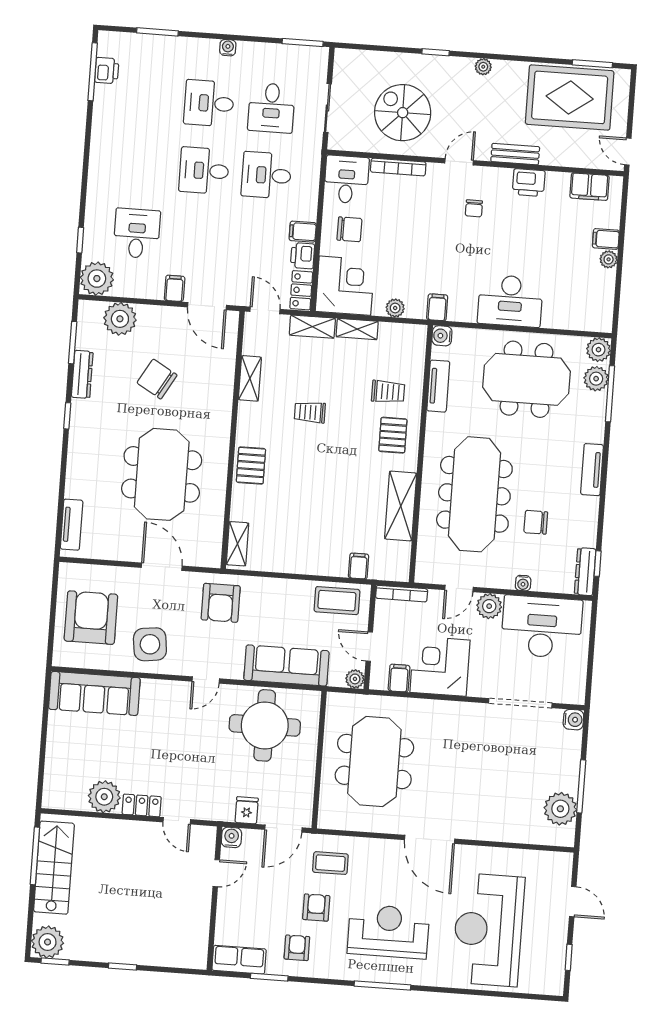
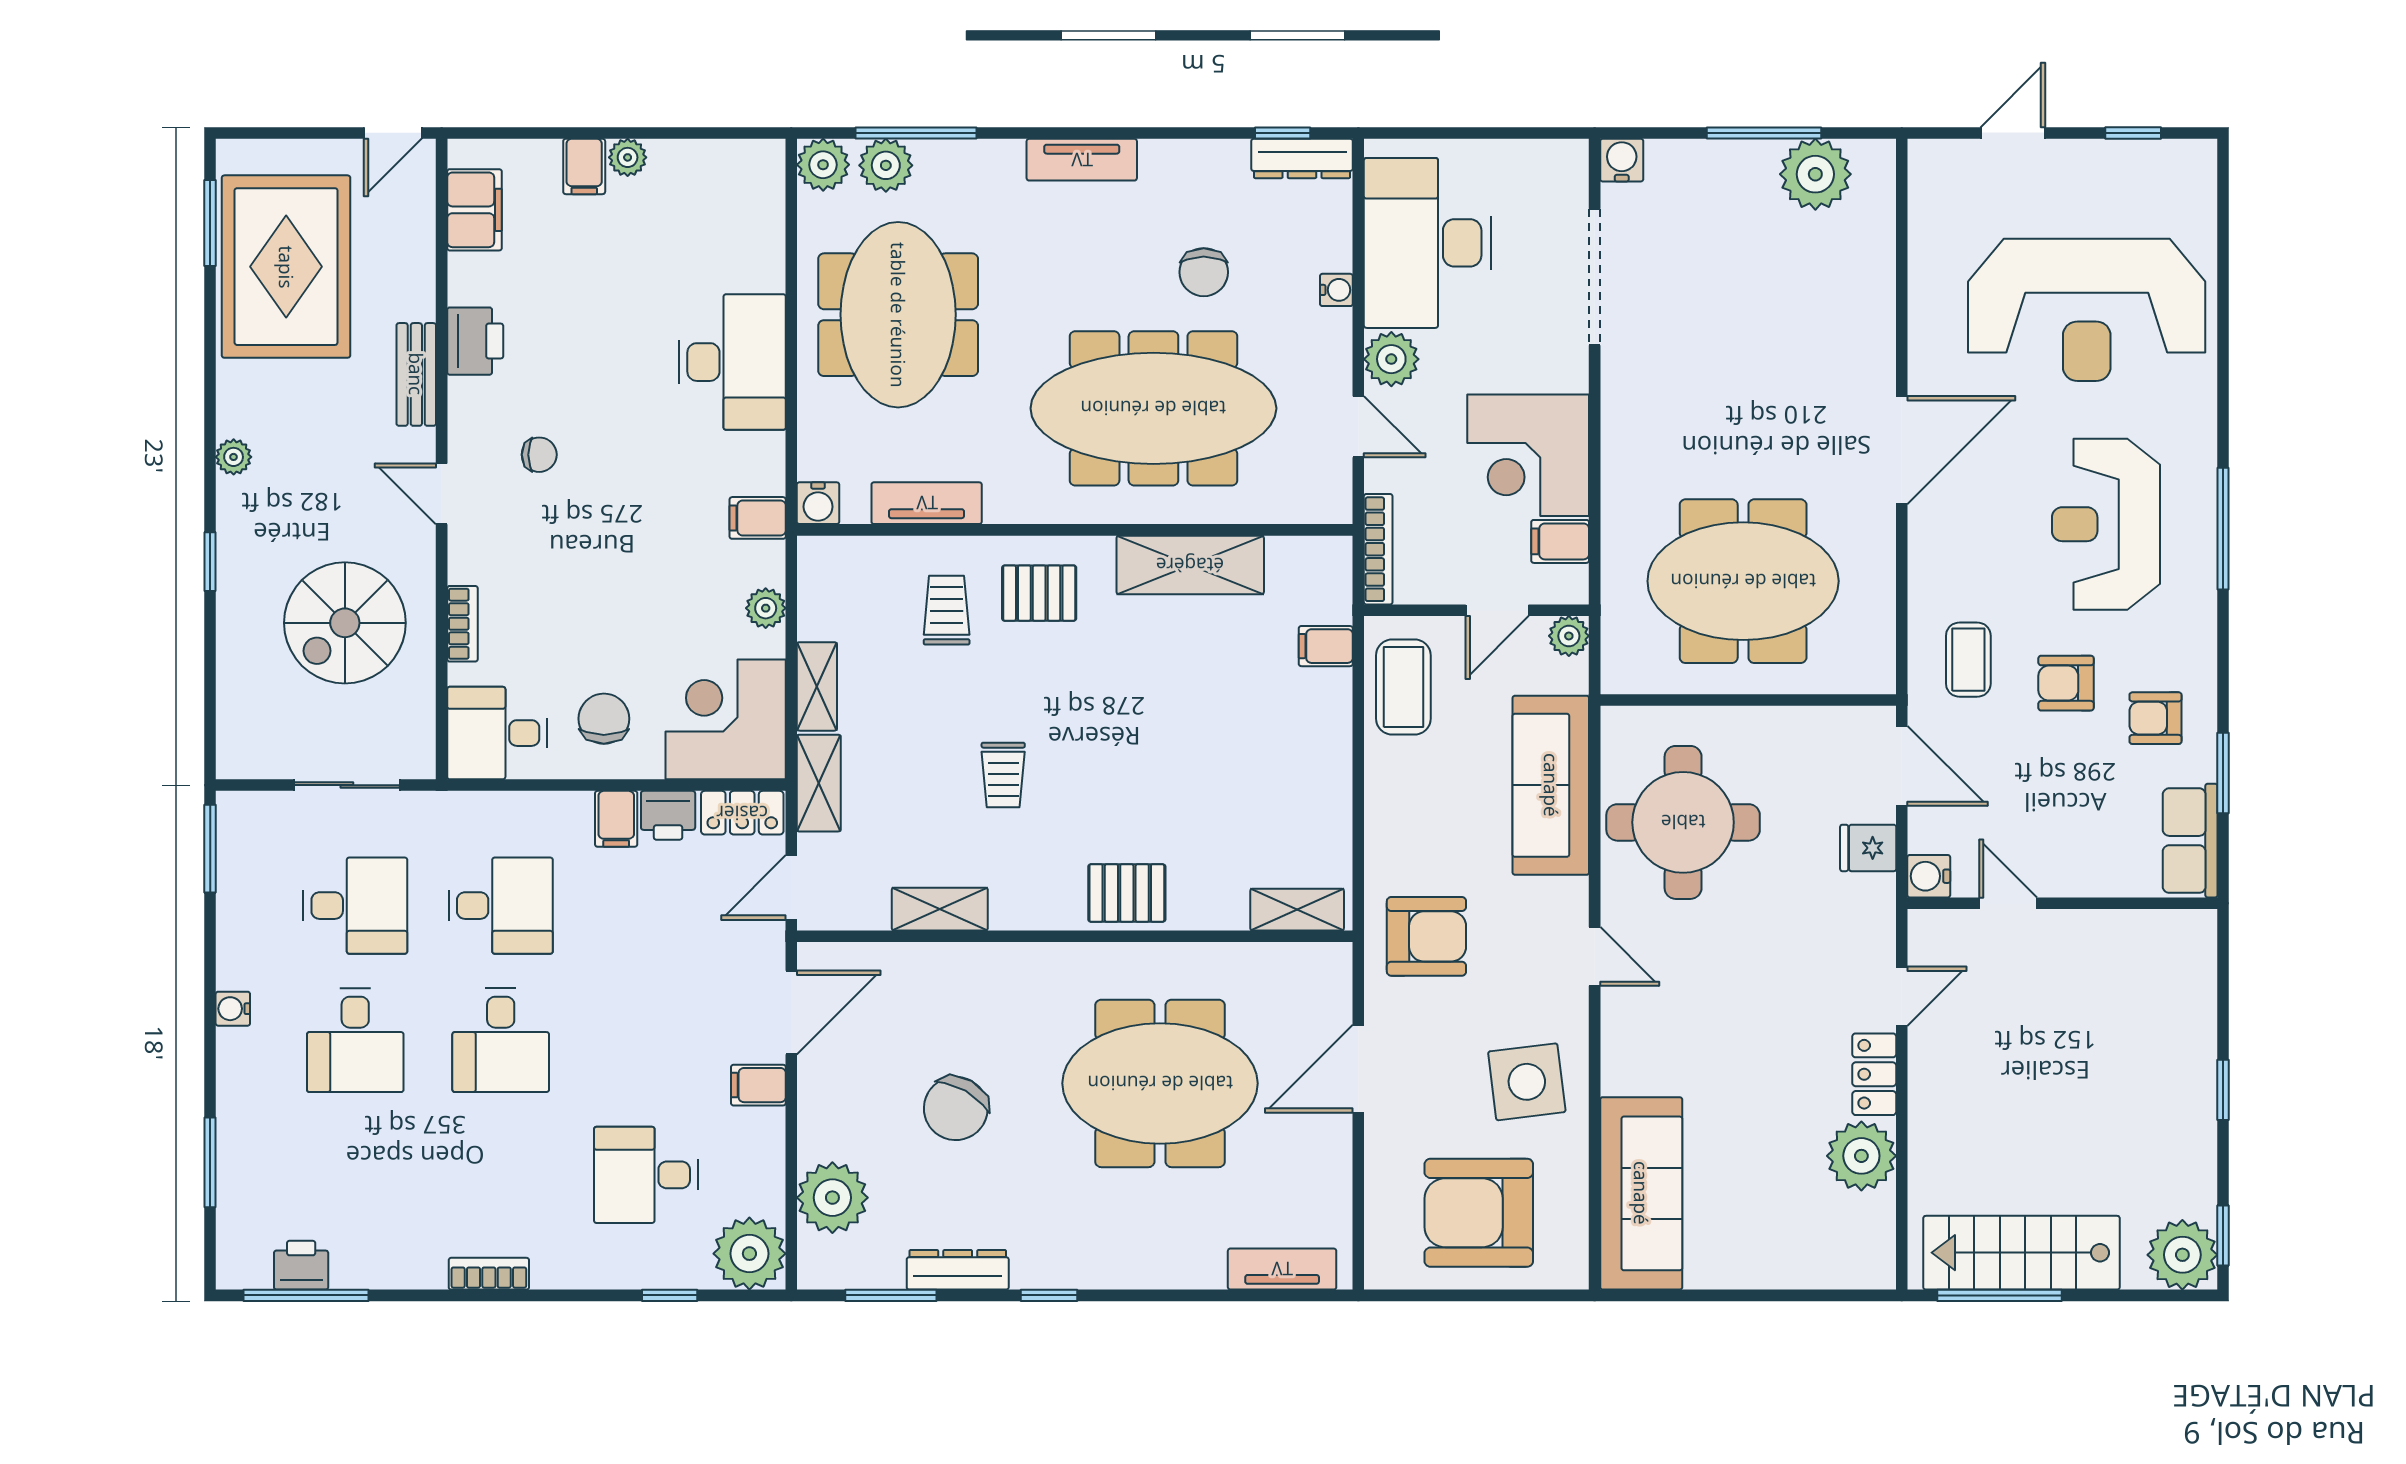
bookcase: (96, 157) -> (489, 1274), added
bookcase: (398, 167) -> (462, 624), width x0.64
desk: (266, 175) -> (501, 906), turned -90

